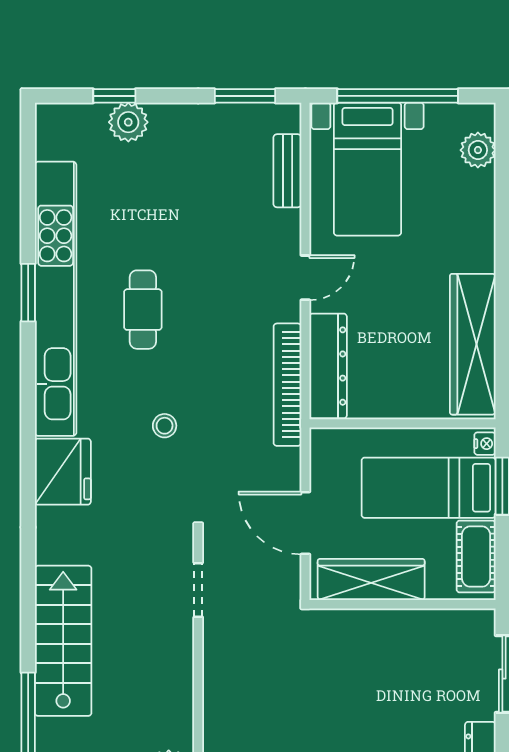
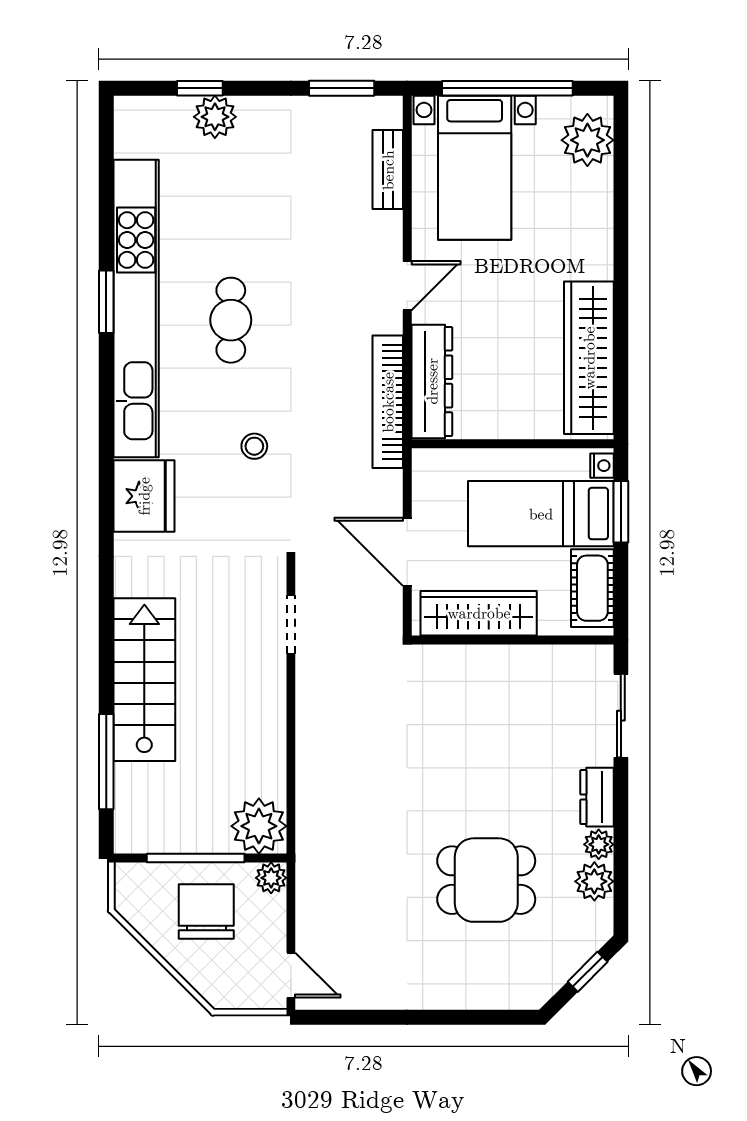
plant: (478, 150) -> (587, 140), width x1.36, depth x1.36

